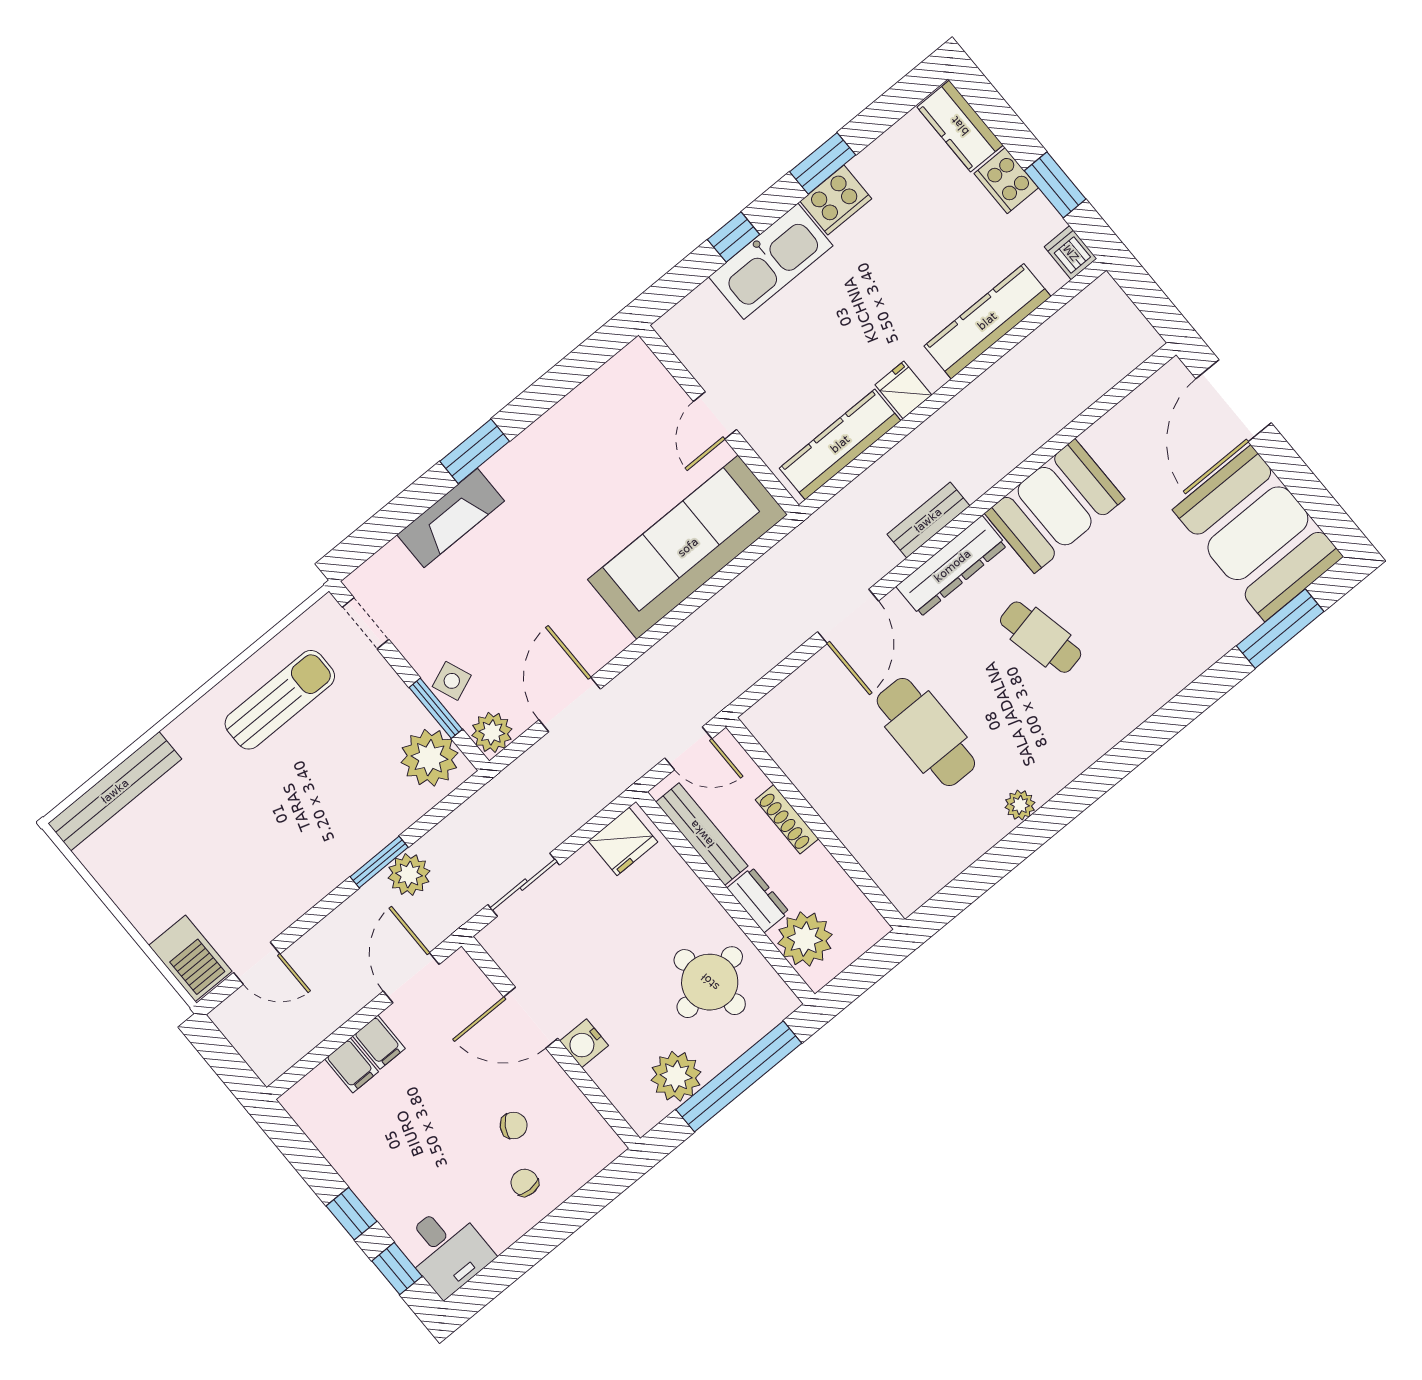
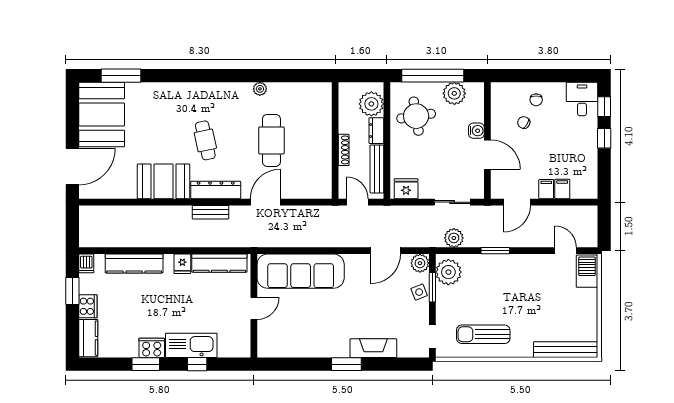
plant: (409, 875) -> (454, 238), moved

